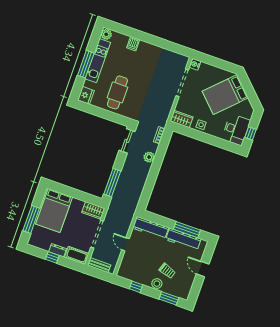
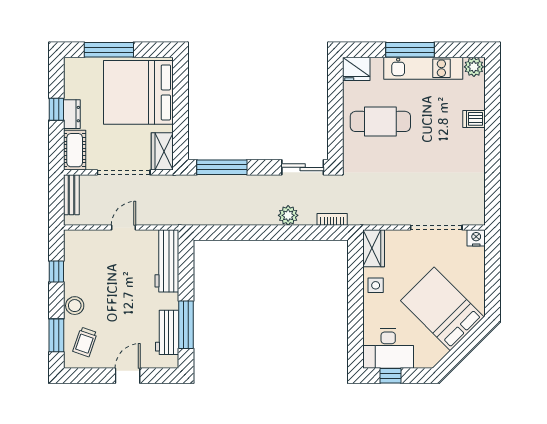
bed: (54, 210) -> (138, 92), width x1.36
workbench: (183, 239) -> (167, 332), width x0.73
trolley: (167, 271) -> (85, 342), moved

